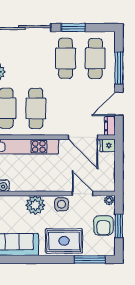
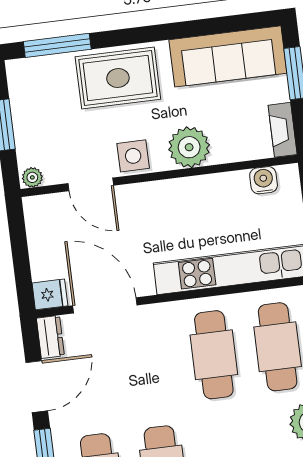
armchair: (103, 225) -> (38, 122), removed

